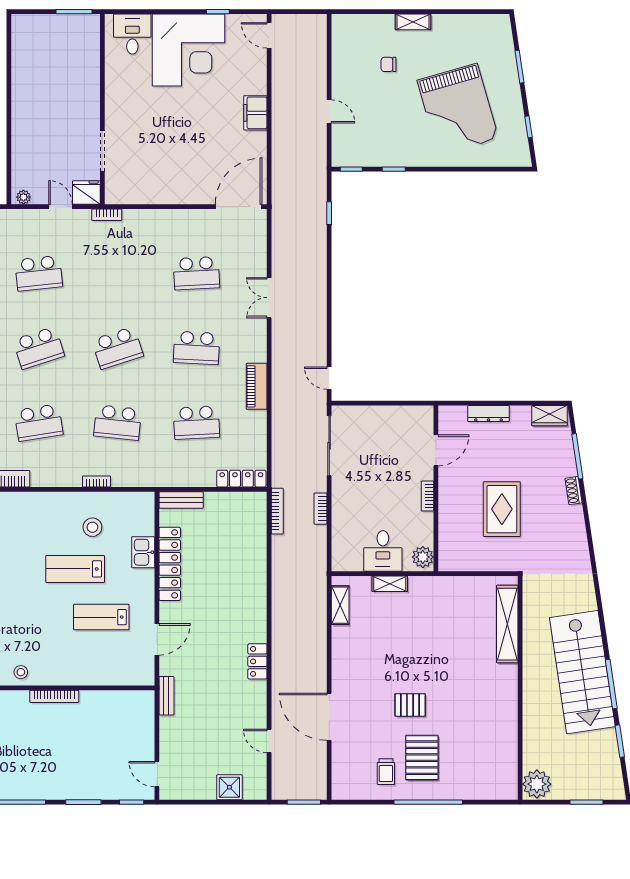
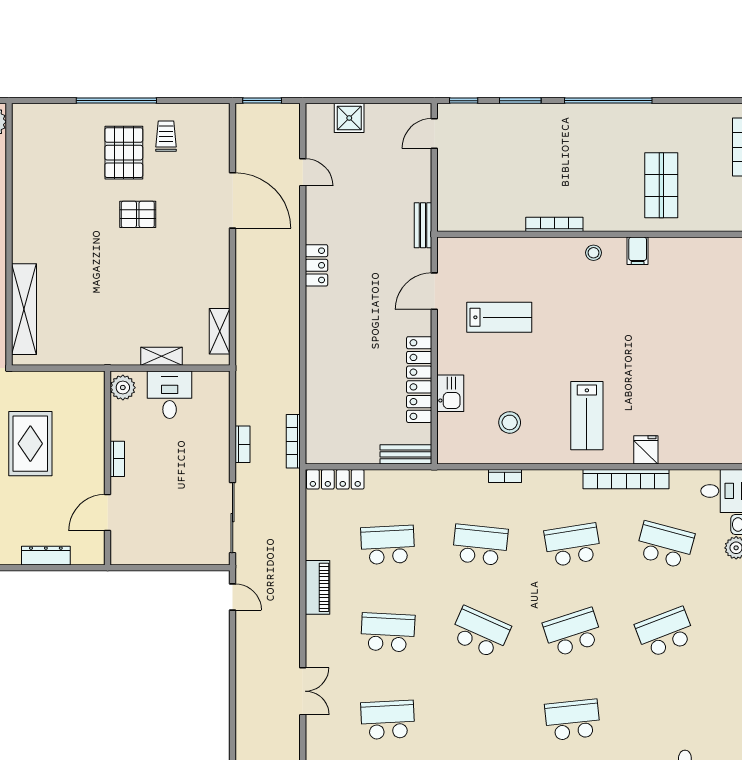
school desk: (118, 348) -> (480, 632), turned 42
lab bench: (75, 569) -> (587, 416), moved, turned 90
door: (157, 774) -> (434, 133), swing flipped

